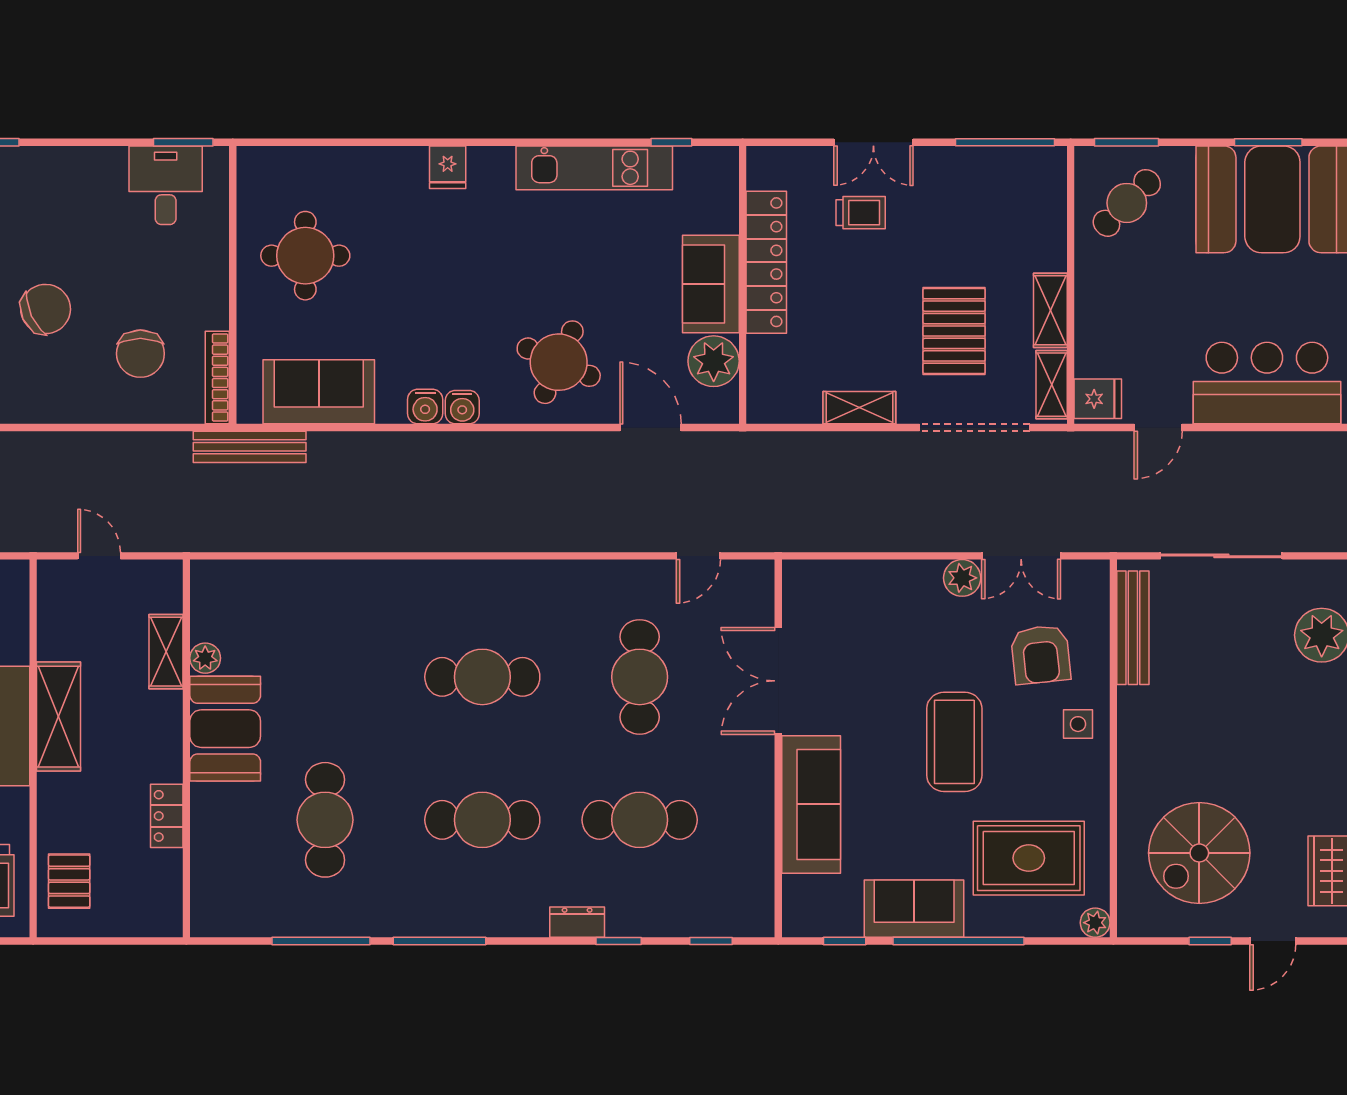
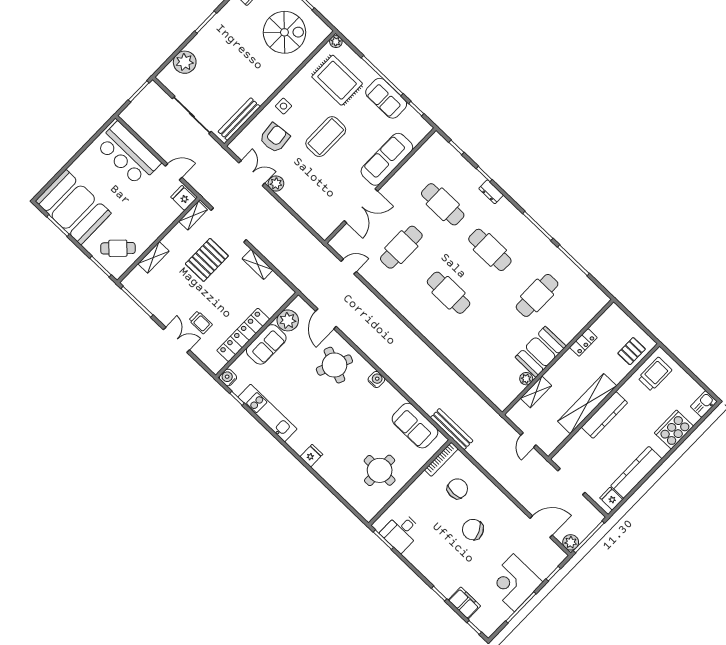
trolley: (861, 213) -> (201, 322), turned 180
shelving: (1050, 310) -> (153, 257), moved
water cooler: (425, 406) -> (228, 377), moved, turned -90
shelving: (58, 717) -> (587, 404), width x1.47

